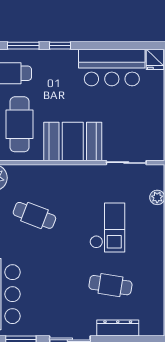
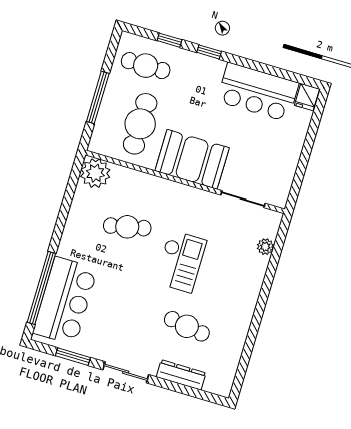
window: (23, 46) -> (169, 40), width x0.67
cafe table: (34, 215) -> (127, 227), turned -33
checkout: (107, 227) -> (181, 261), moved

